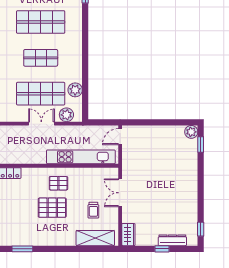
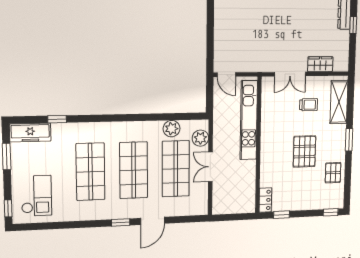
shop shelf: (41, 58) -> (134, 170), width x1.43, depth x1.36
pallet: (58, 183) -> (333, 173), moved
wardrobe: (128, 235) -> (320, 64), moved
window: (22, 249) -> (349, 140), moved

